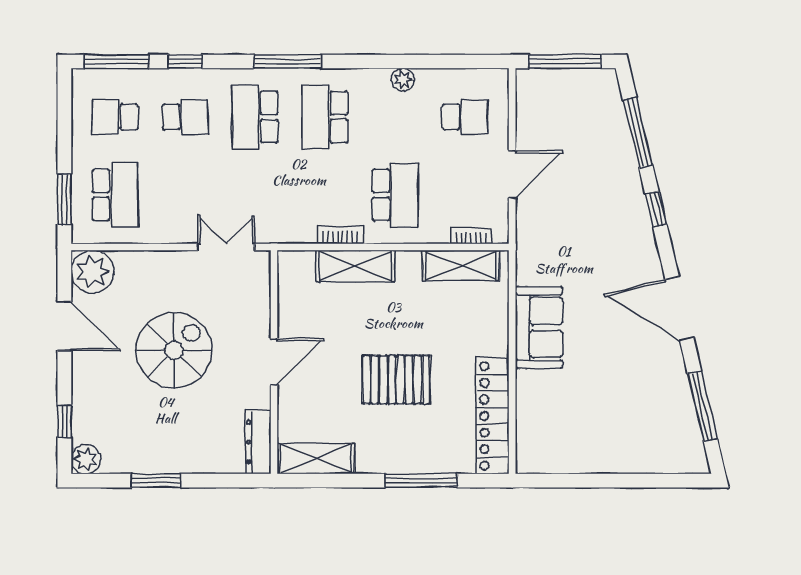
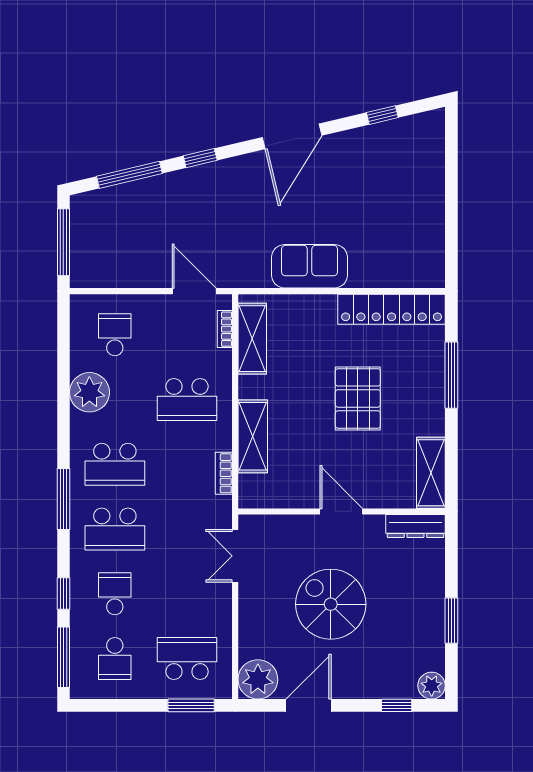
plant: (403, 80) -> (89, 392), width x1.87, depth x1.87
door: (512, 174) -> (194, 291), moved
school desk: (395, 195) -> (187, 400), turned 180
bookcase: (340, 235) -> (224, 473), moved
window: (702, 406) -> (382, 115), width x0.46

